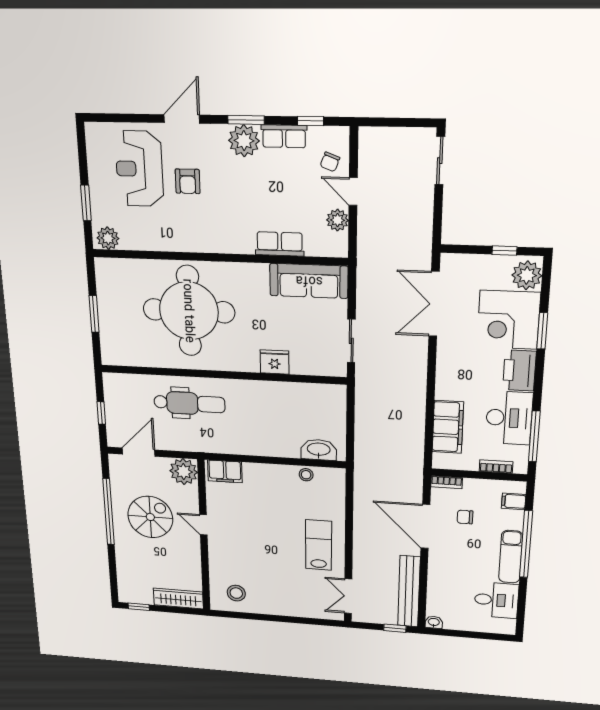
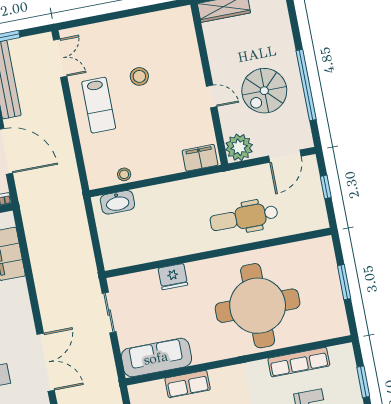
plant: (108, 238) -> (340, 355), removed
row of seats: (153, 240) -> (299, 362), added
stool: (236, 593) -> (139, 76), moved

